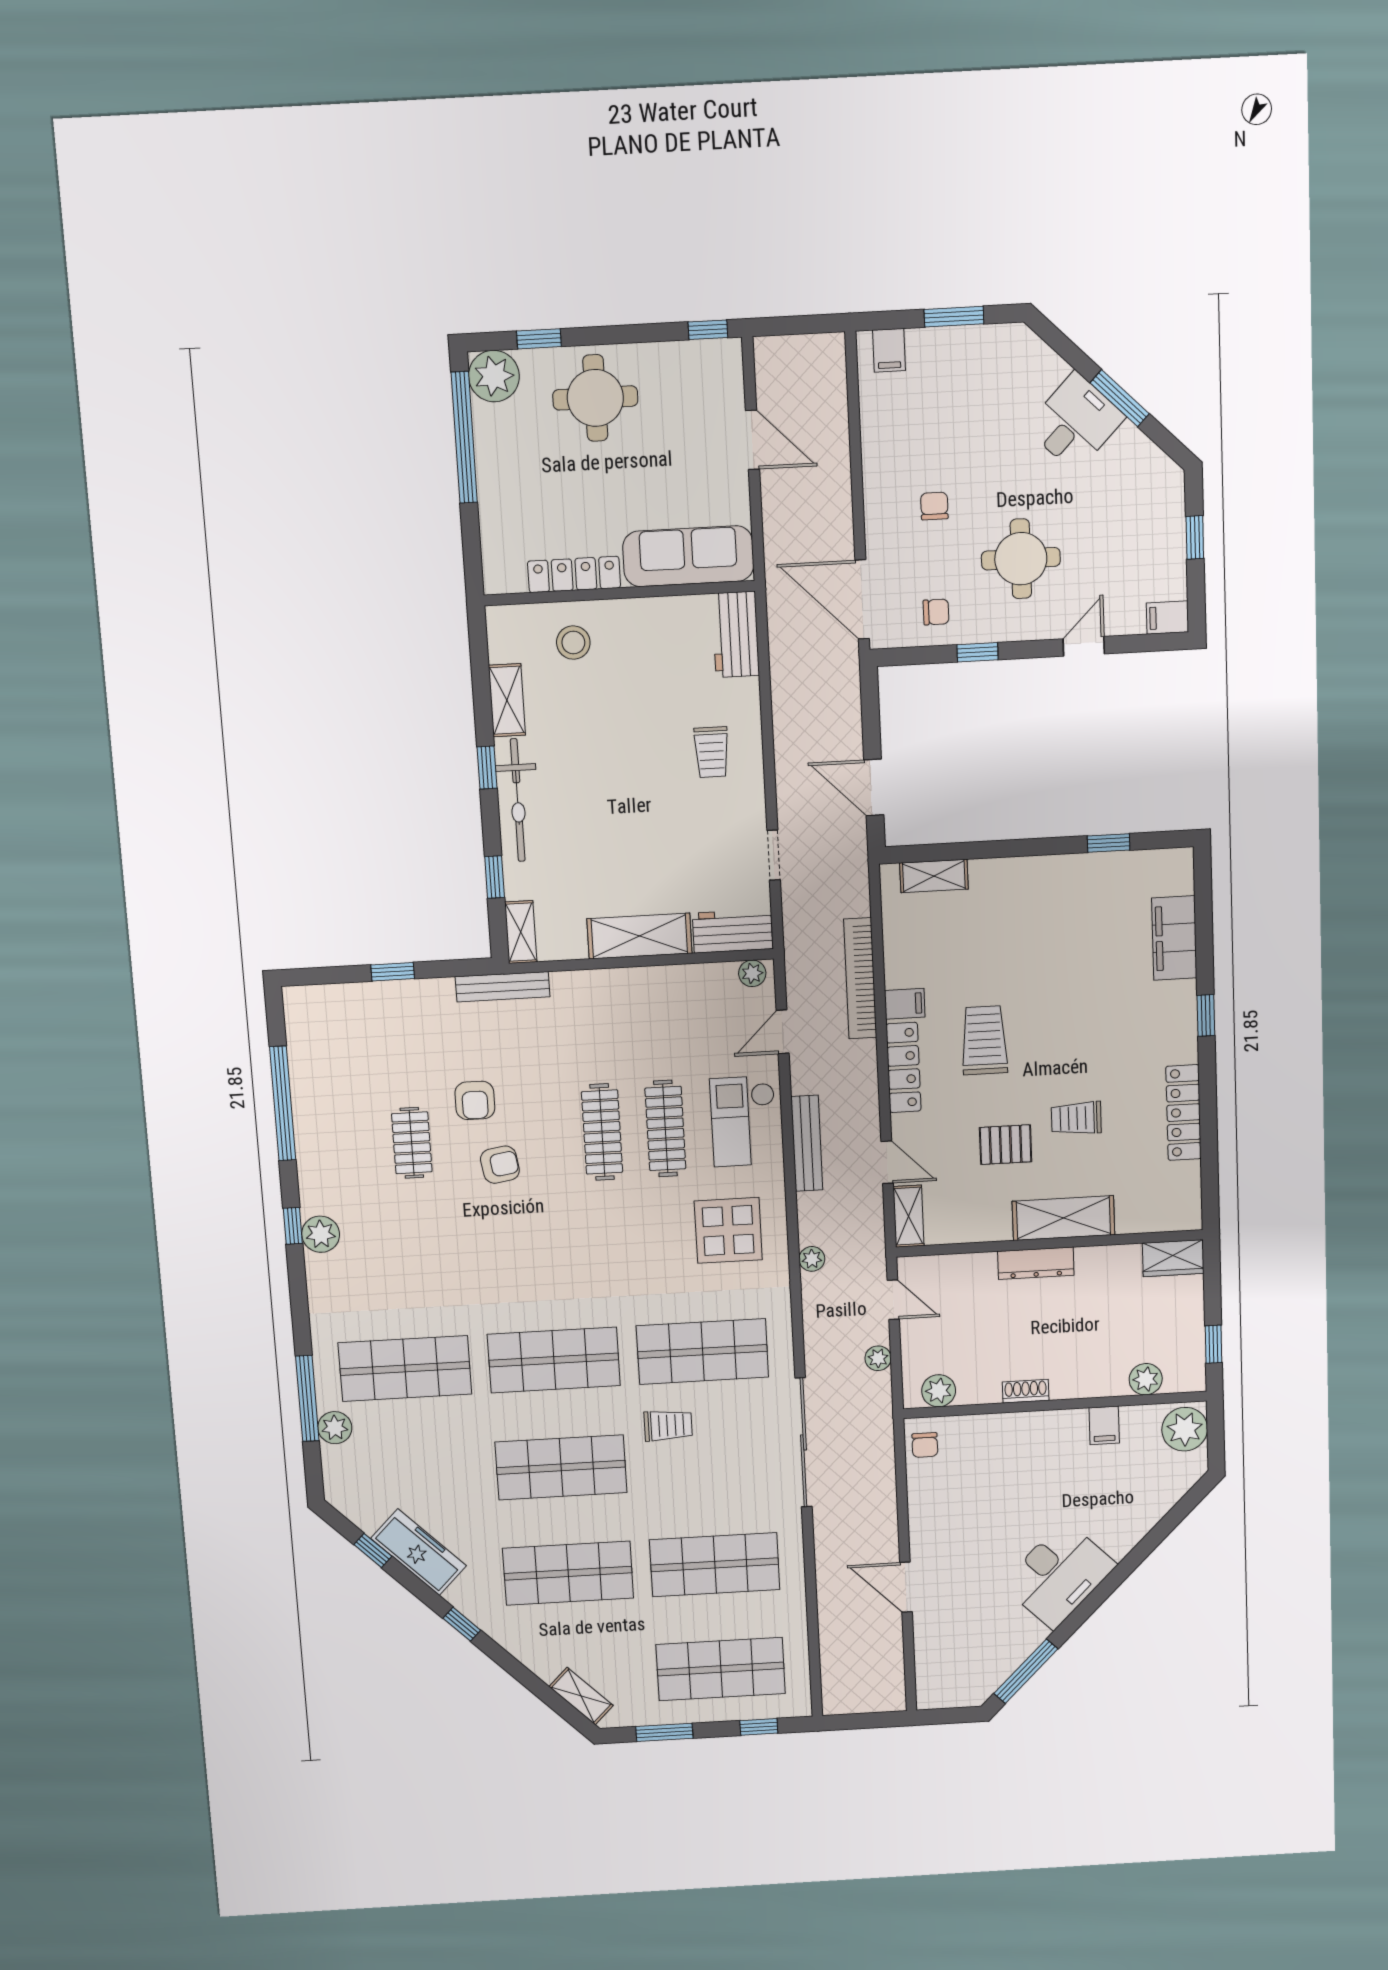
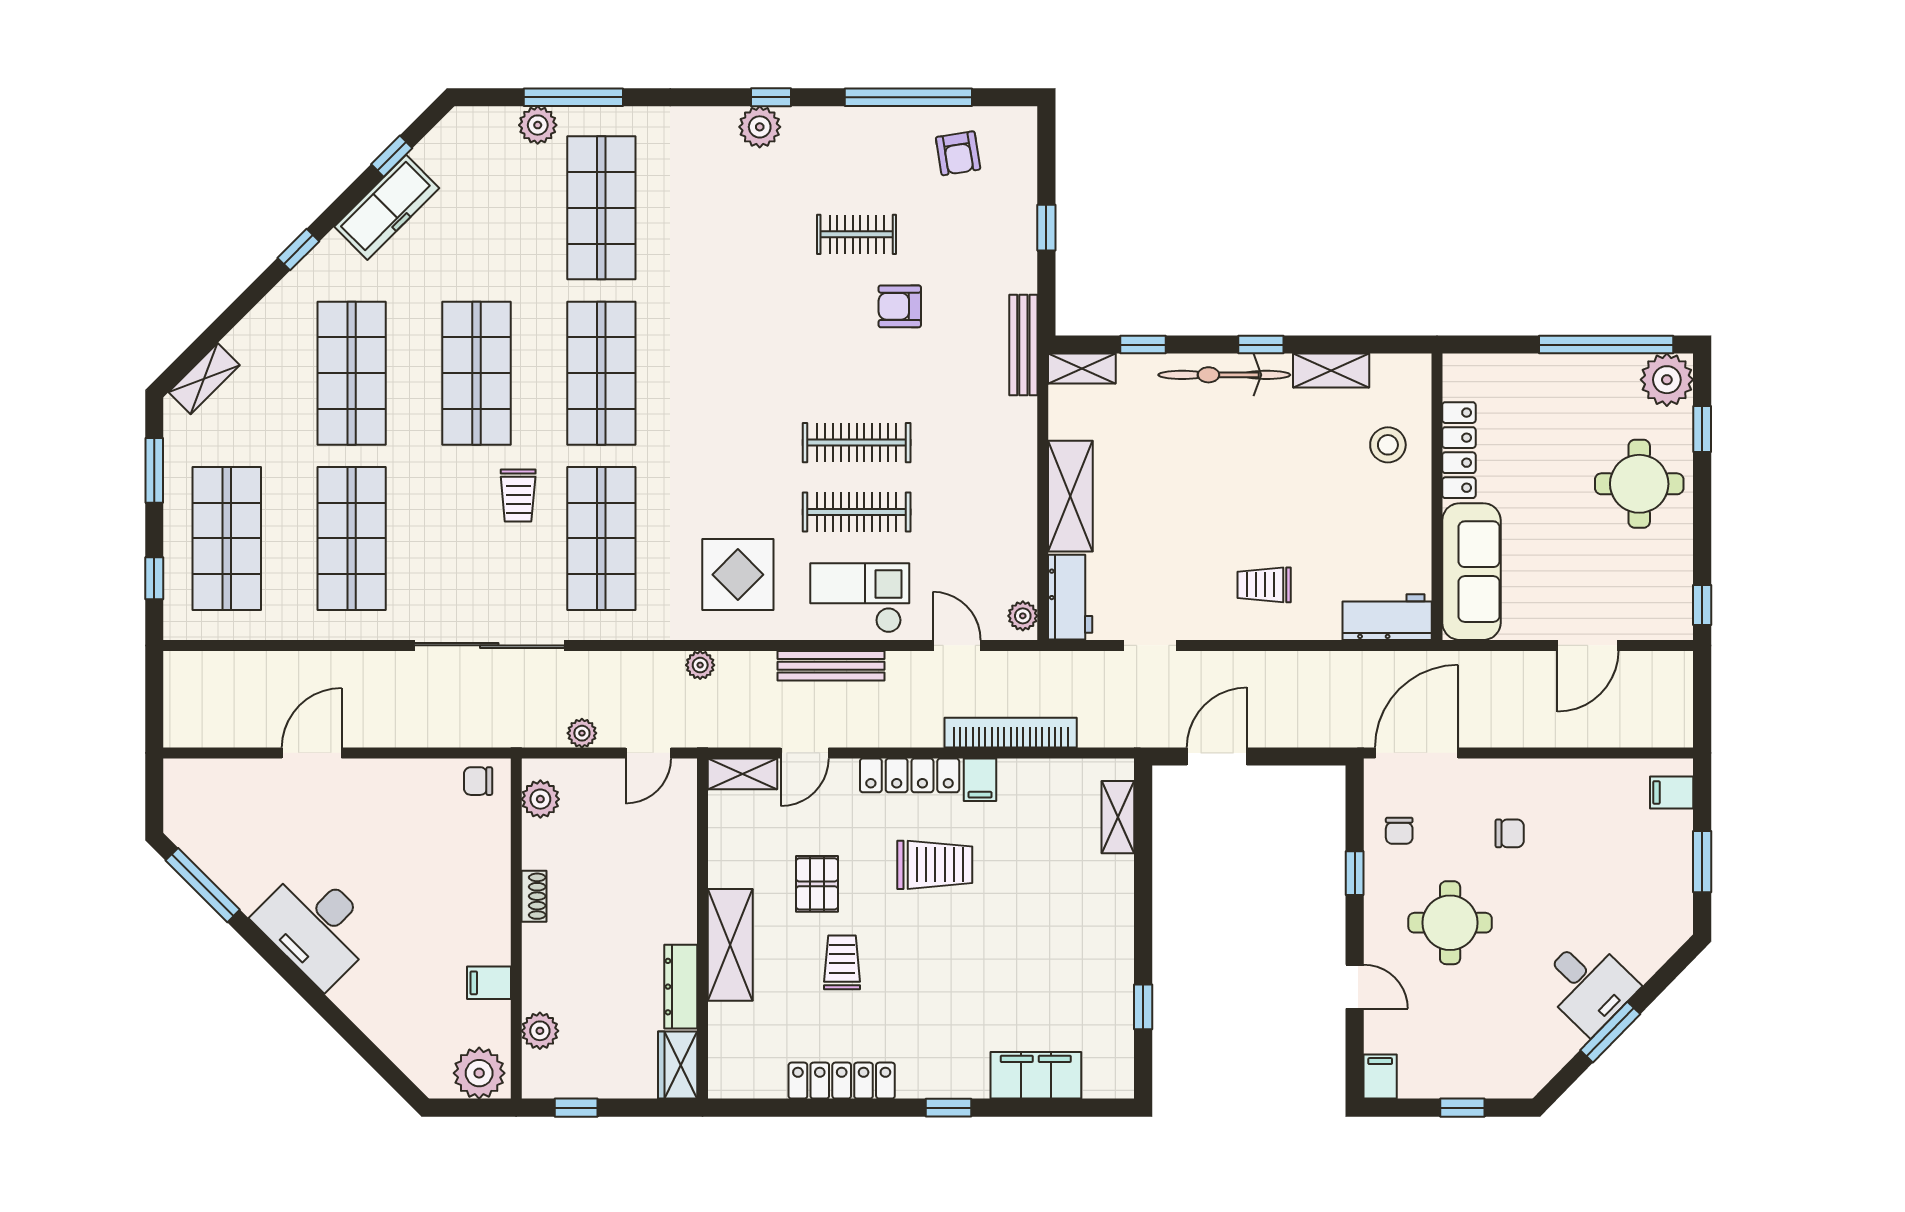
armchair: (500, 1165) -> (958, 153), moved
dresser: (1036, 1263) -> (681, 987), moved

